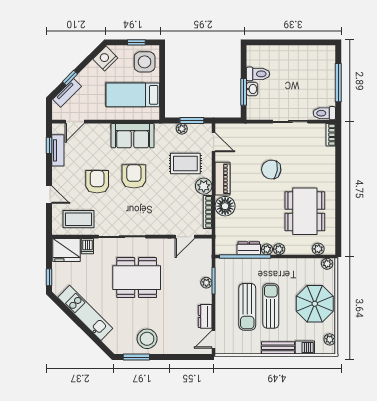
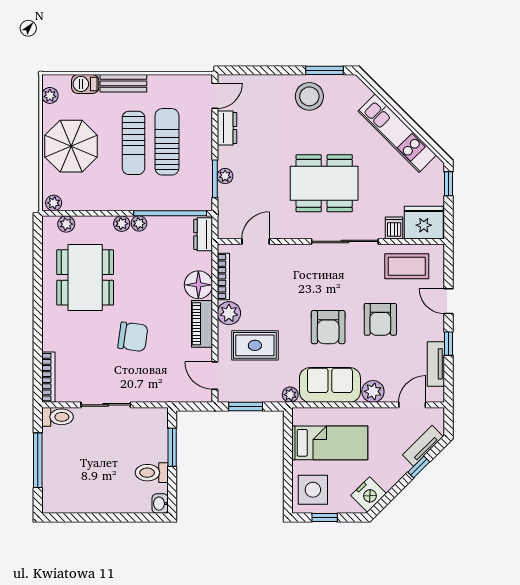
washbasin: (252, 89) -> (160, 504), moved
plant: (182, 129) -> (290, 395), moved
plant: (102, 131) -> (373, 391), added
bookcase: (331, 135) -> (48, 377), width x1.56
window: (49, 145) -> (449, 344), moved
dresser: (249, 248) -> (203, 234), moved, turned 90

